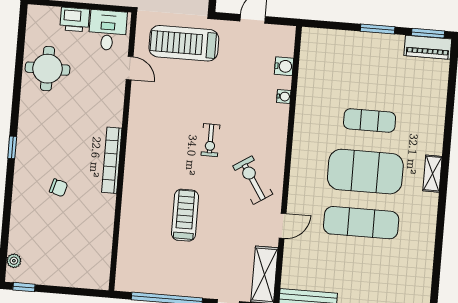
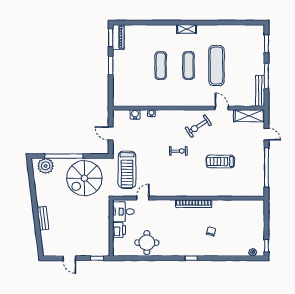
exercise mat: (365, 172) -> (189, 66), width x0.50, depth x0.69

